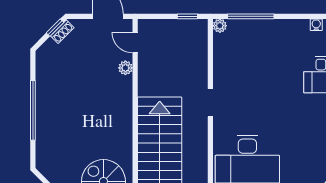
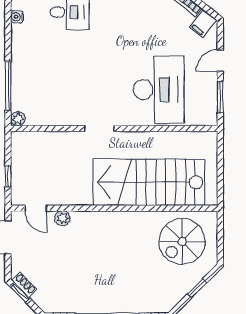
window: (187, 16) -> (8, 176), moved
door: (135, 43) -> (36, 208), hinge flipped

